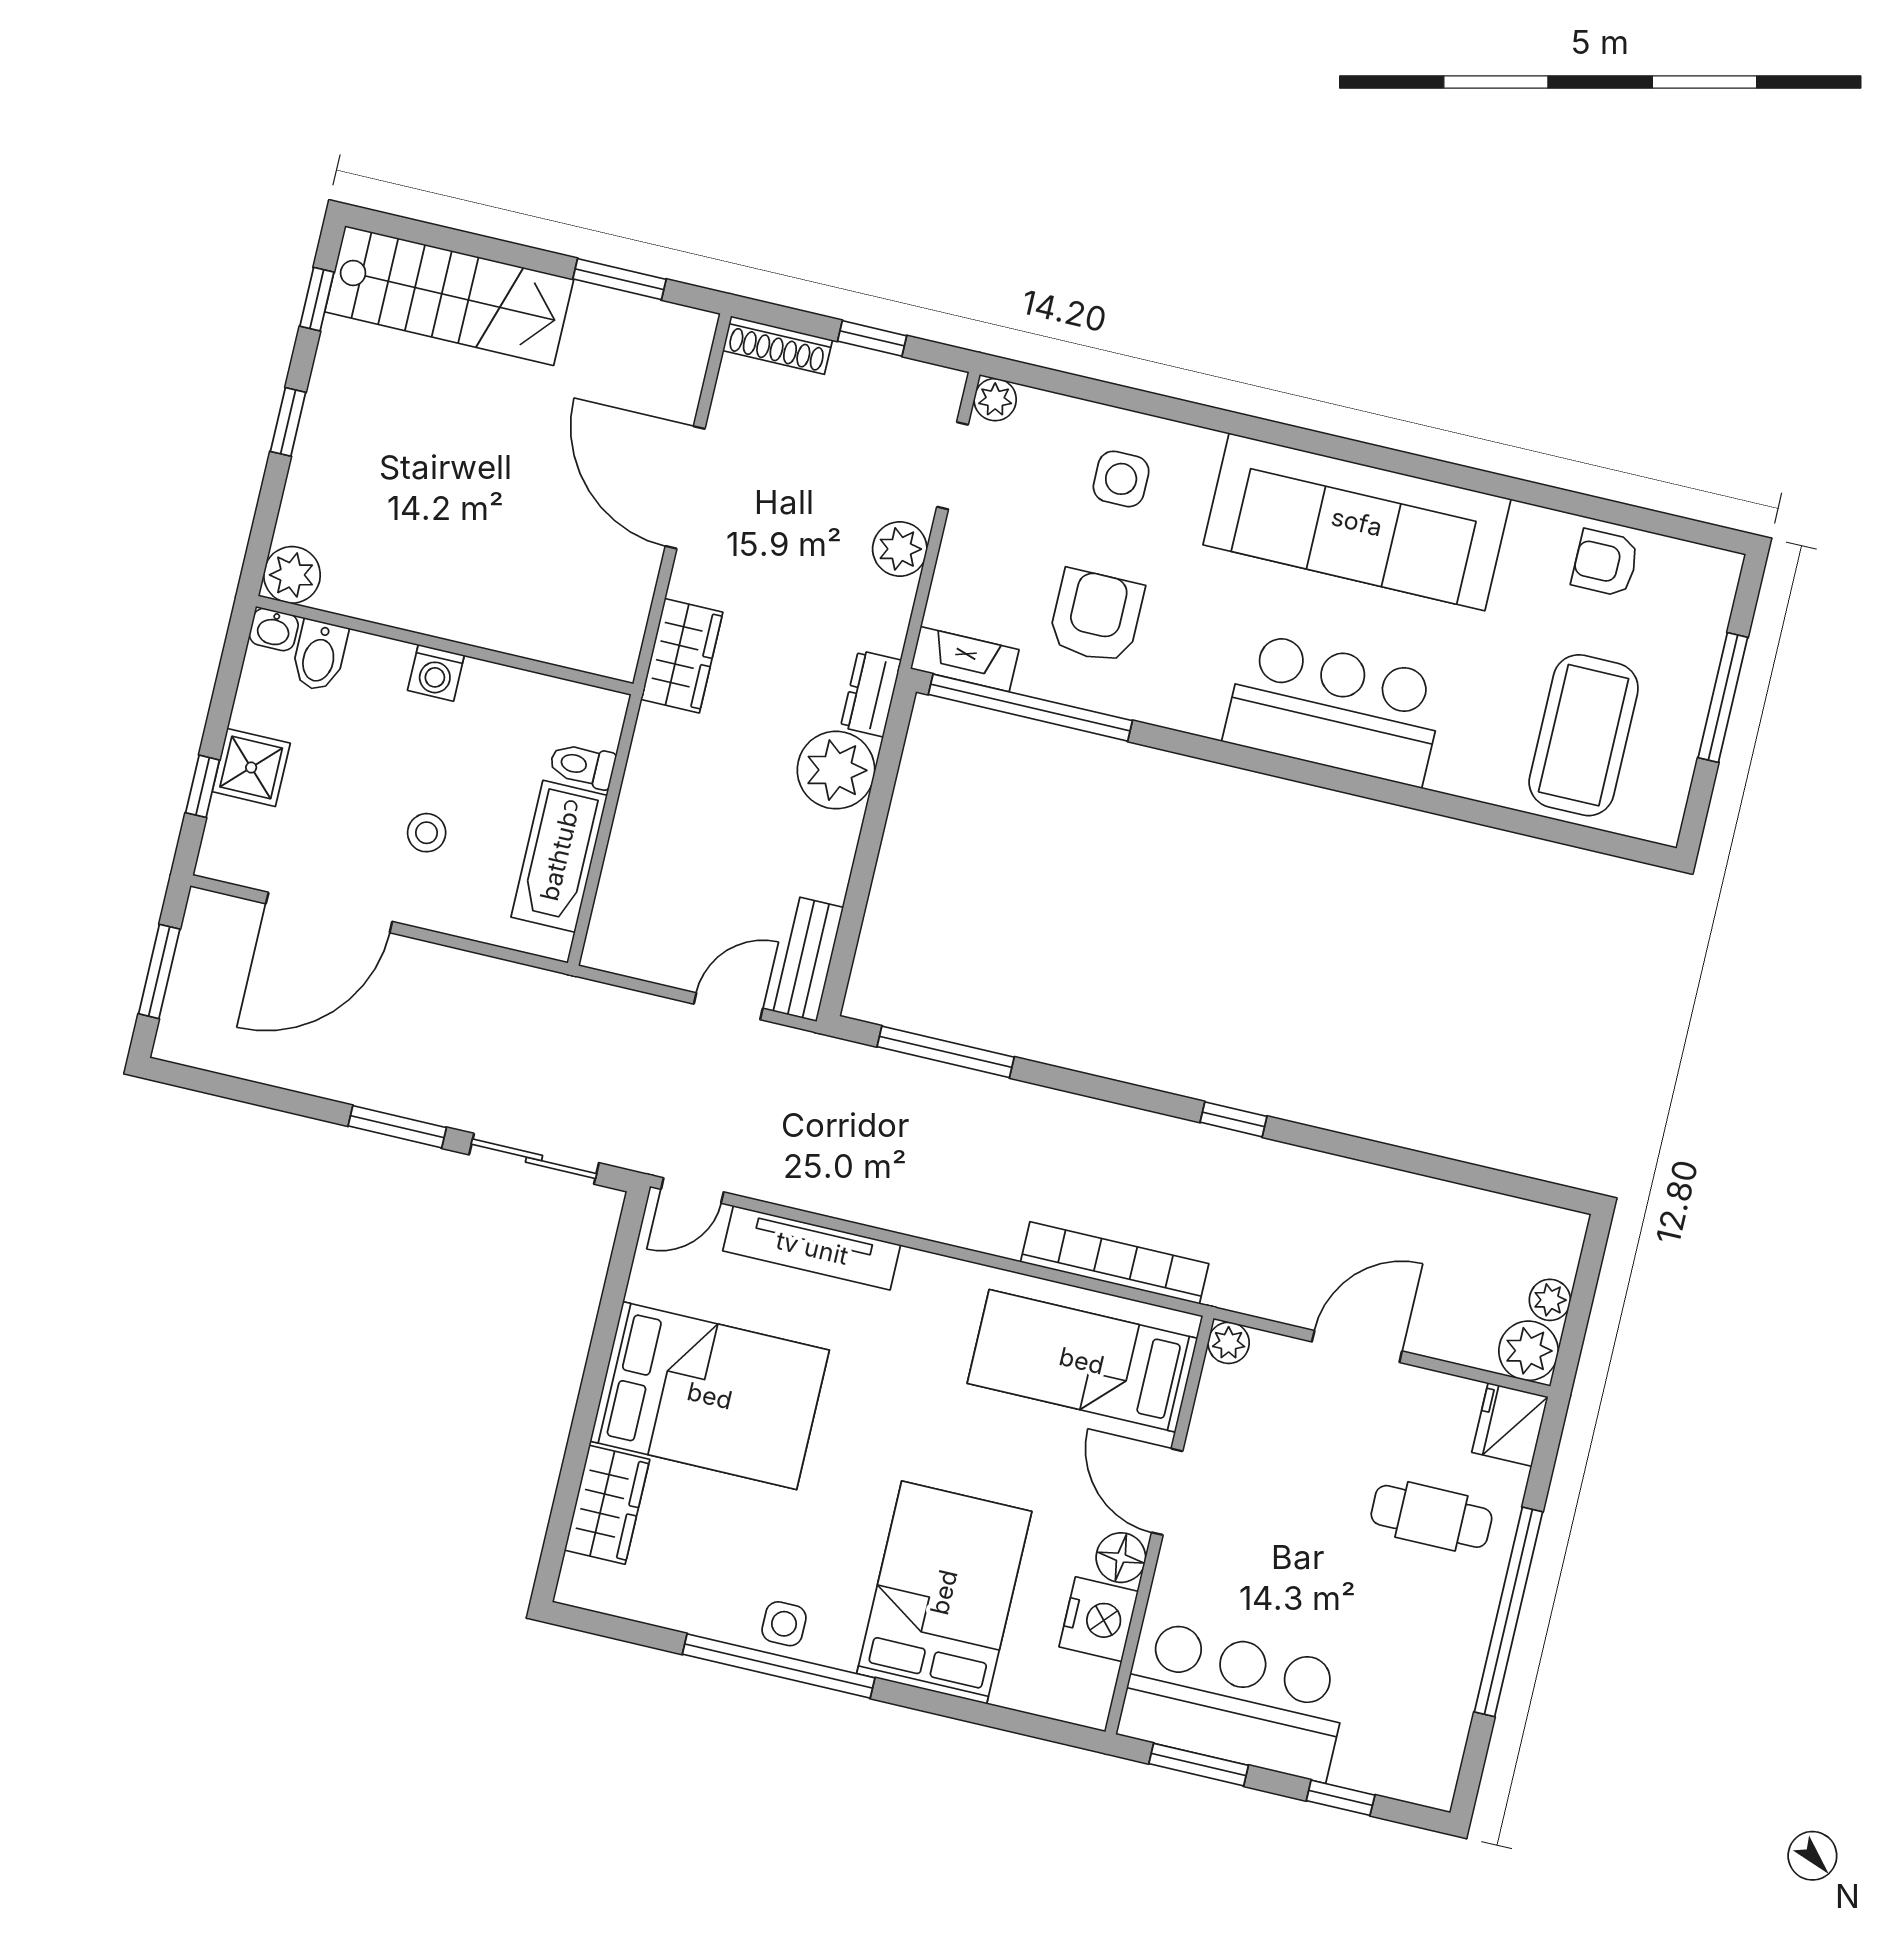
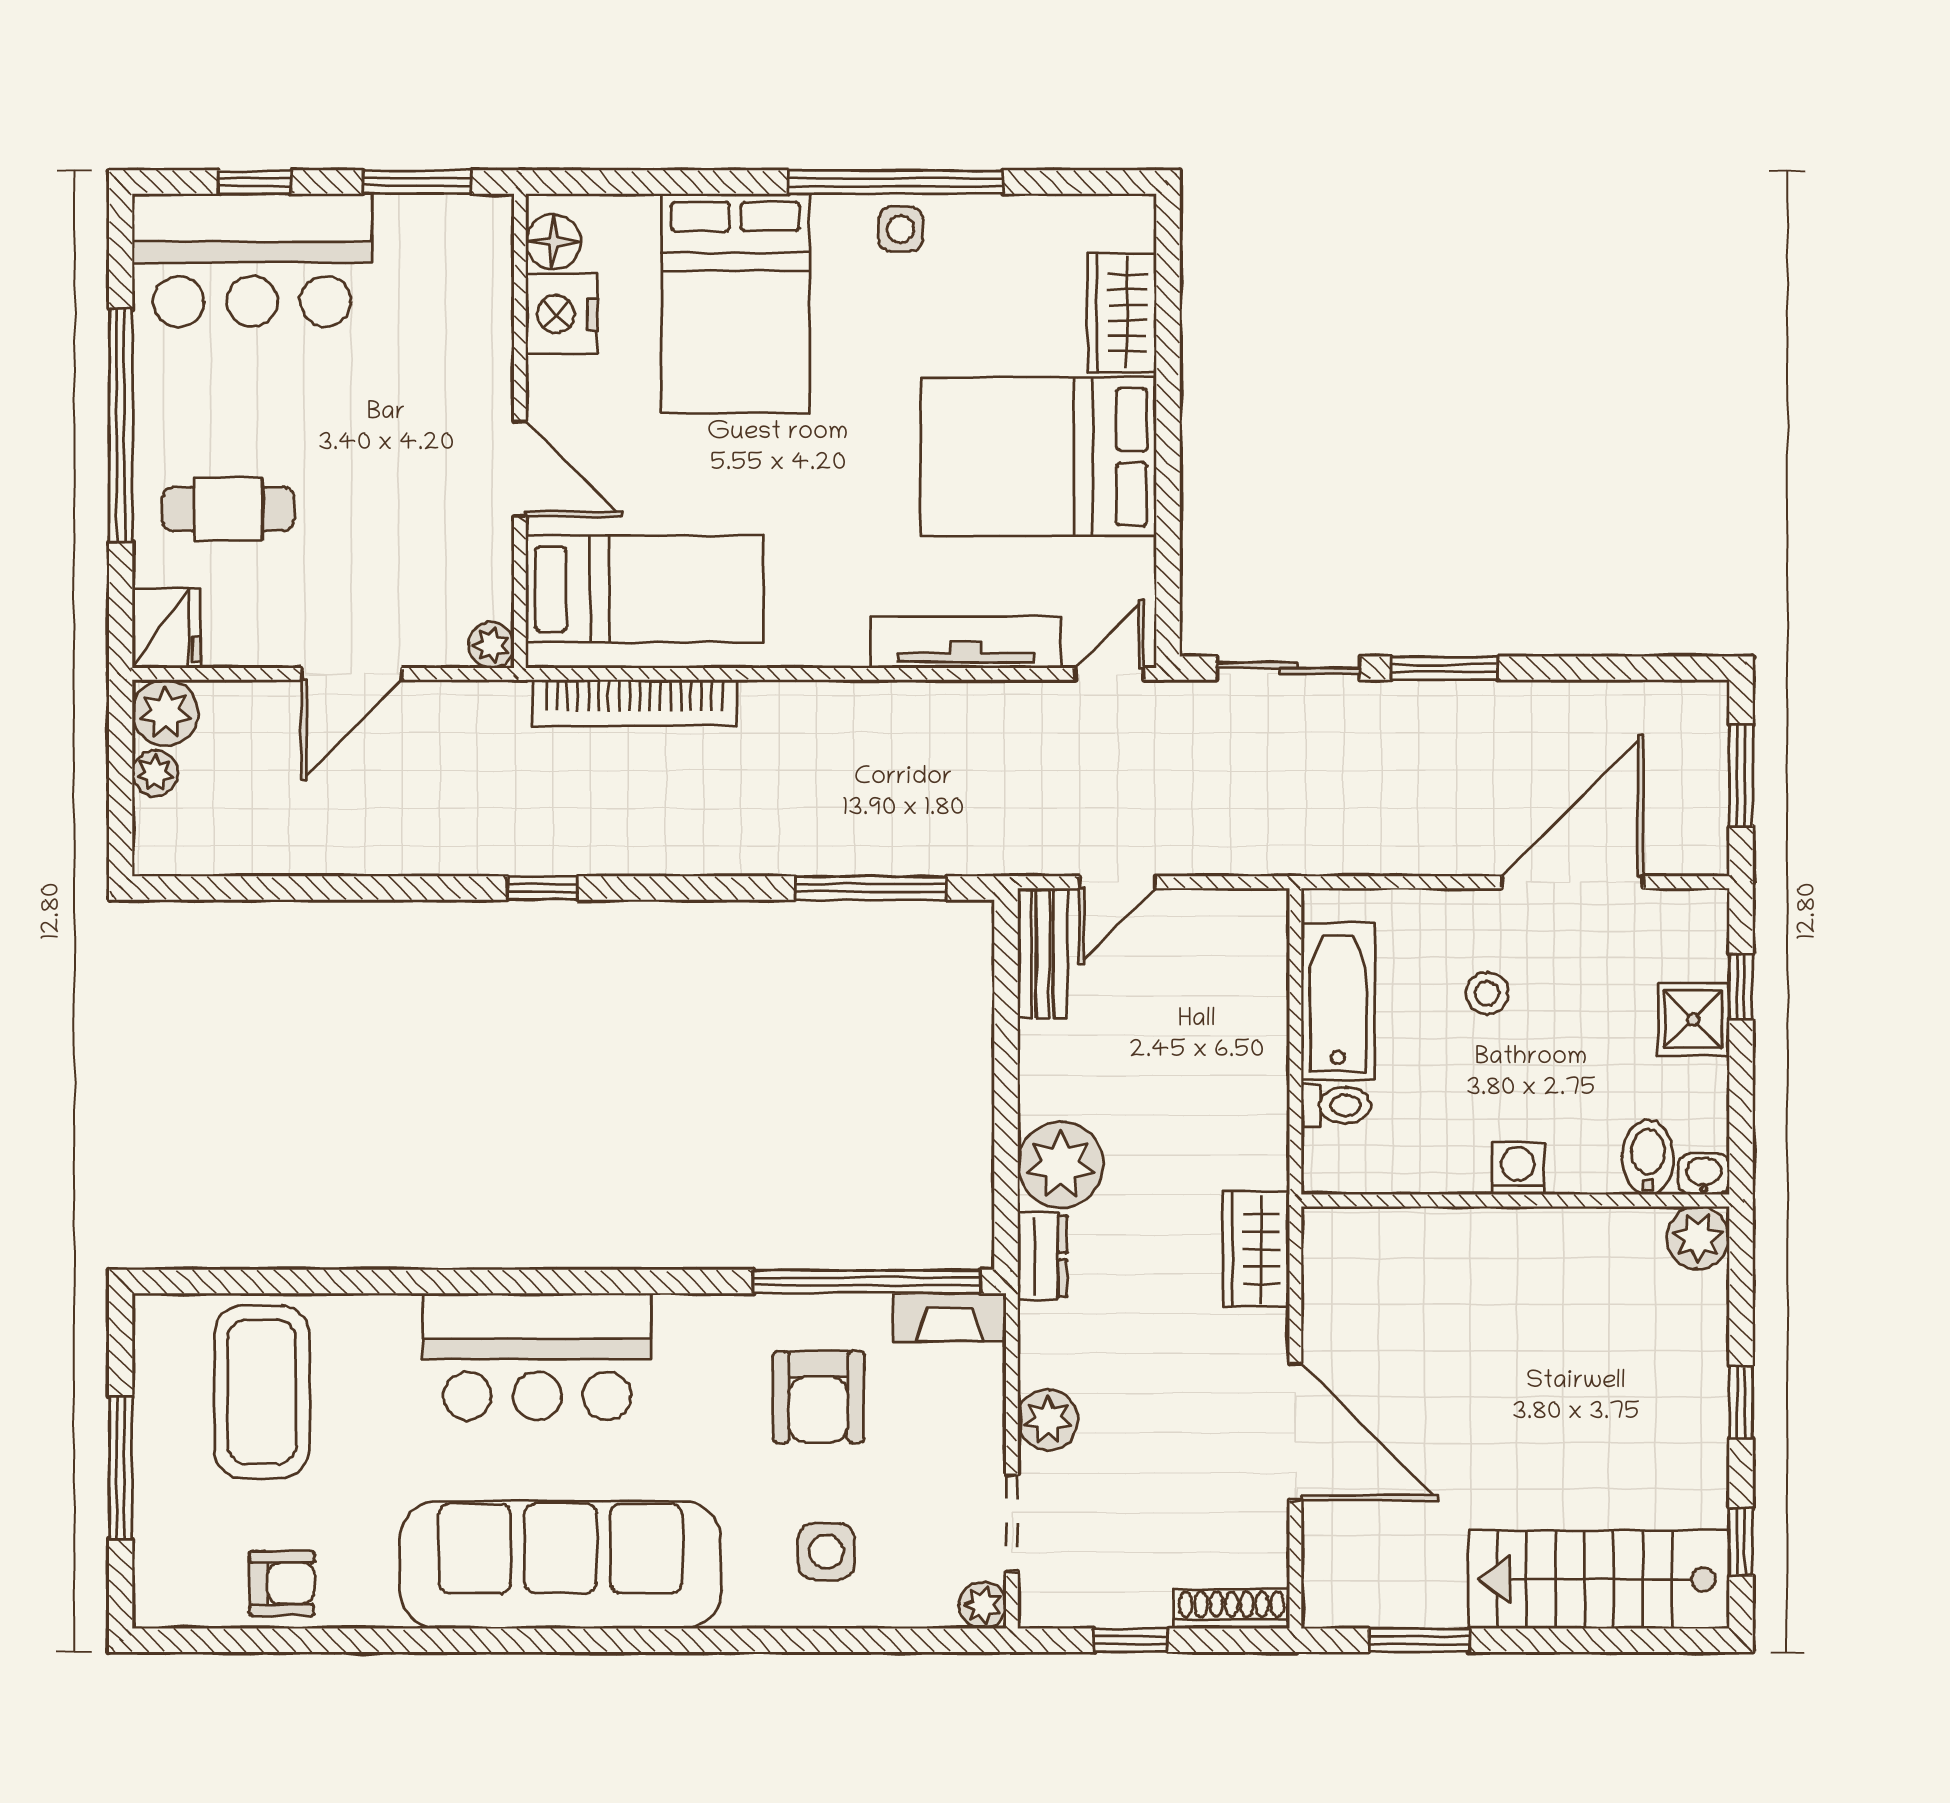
floor lamp: (1121, 1558) -> (553, 242), moved
bar counter: (1234, 1701) -> (252, 260), moved

